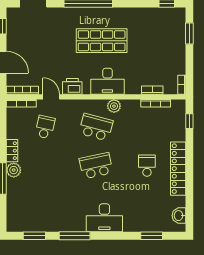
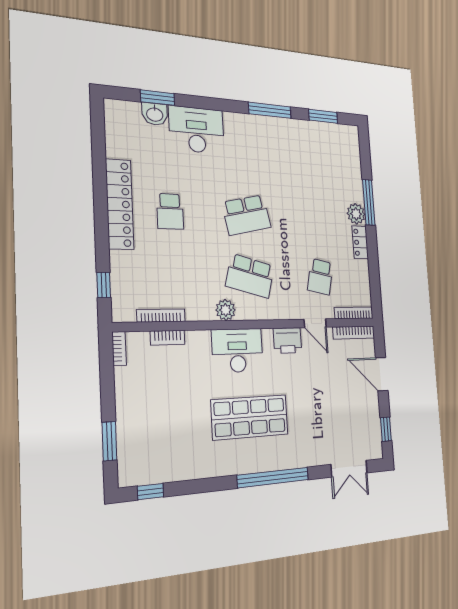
washbasin: (179, 216) -> (155, 114), moved, turned 90
desk: (104, 218) -> (197, 130), moved

